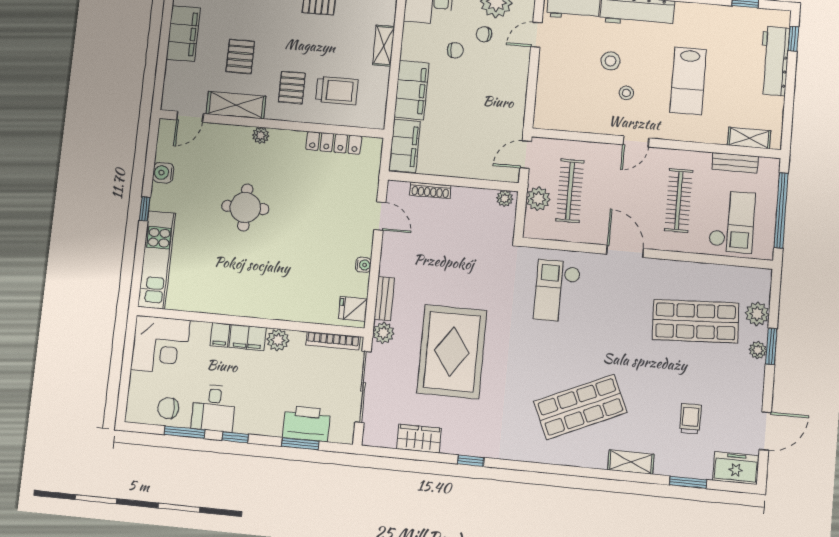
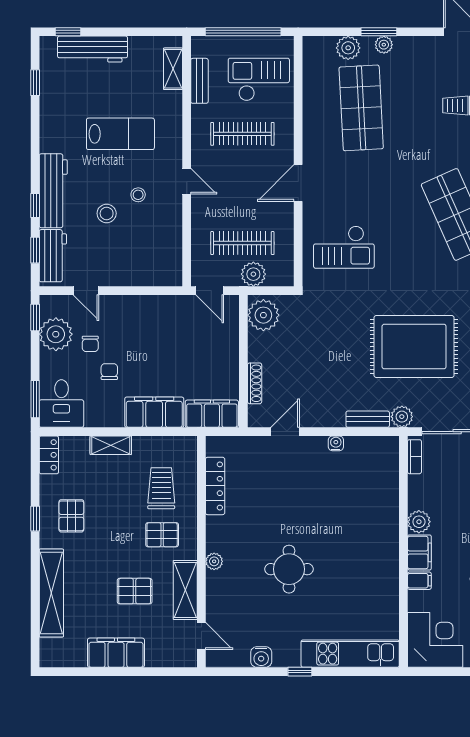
plant: (505, 198) -> (263, 315), width x1.87, depth x1.87
fridge: (353, 309) -> (381, 449), removed
bookcase: (333, 341) -> (414, 457), width x0.64

